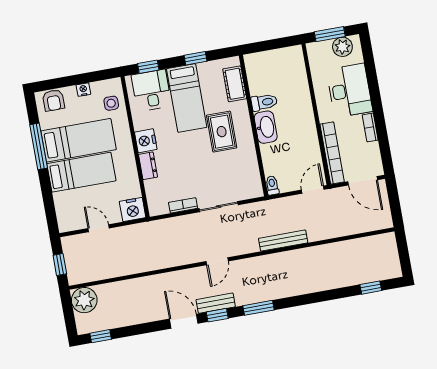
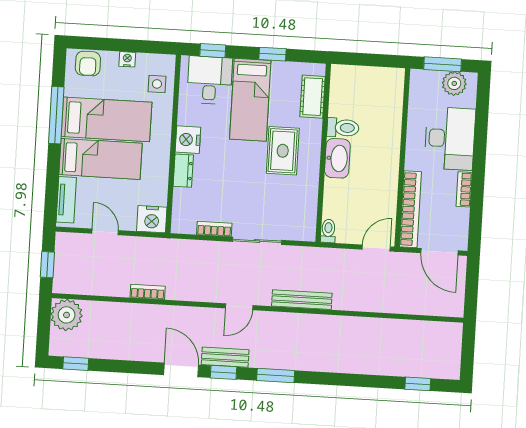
tv unit: (62, 211) -> (66, 200), added
bench: (283, 241) -> (302, 300), moved
bookcase: (143, 267) -> (148, 292), added

